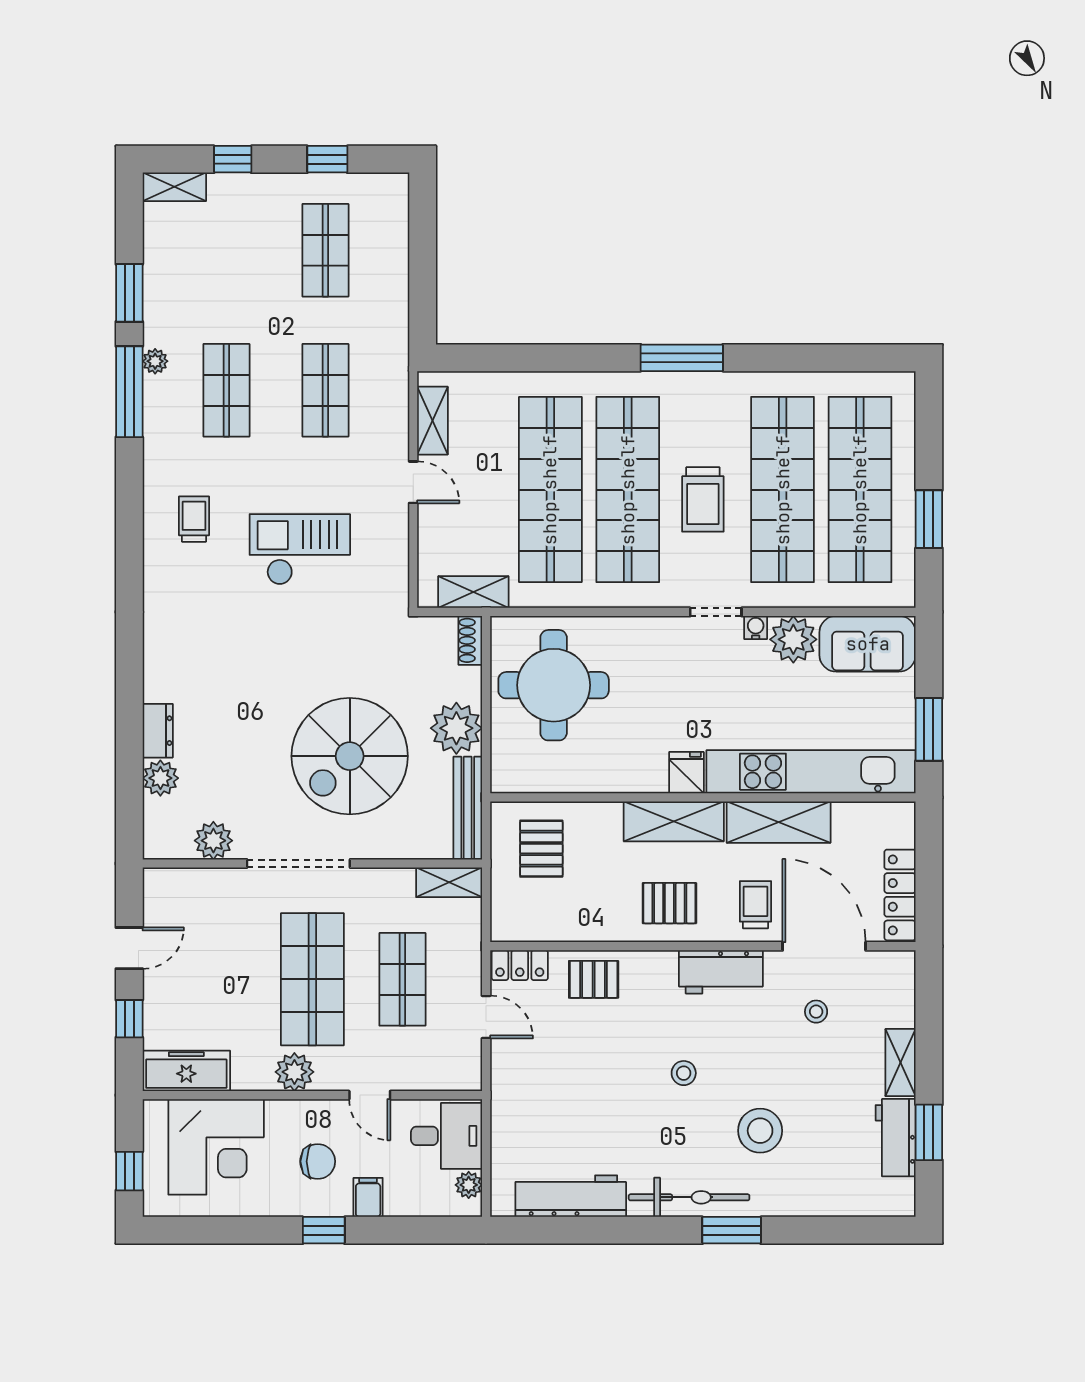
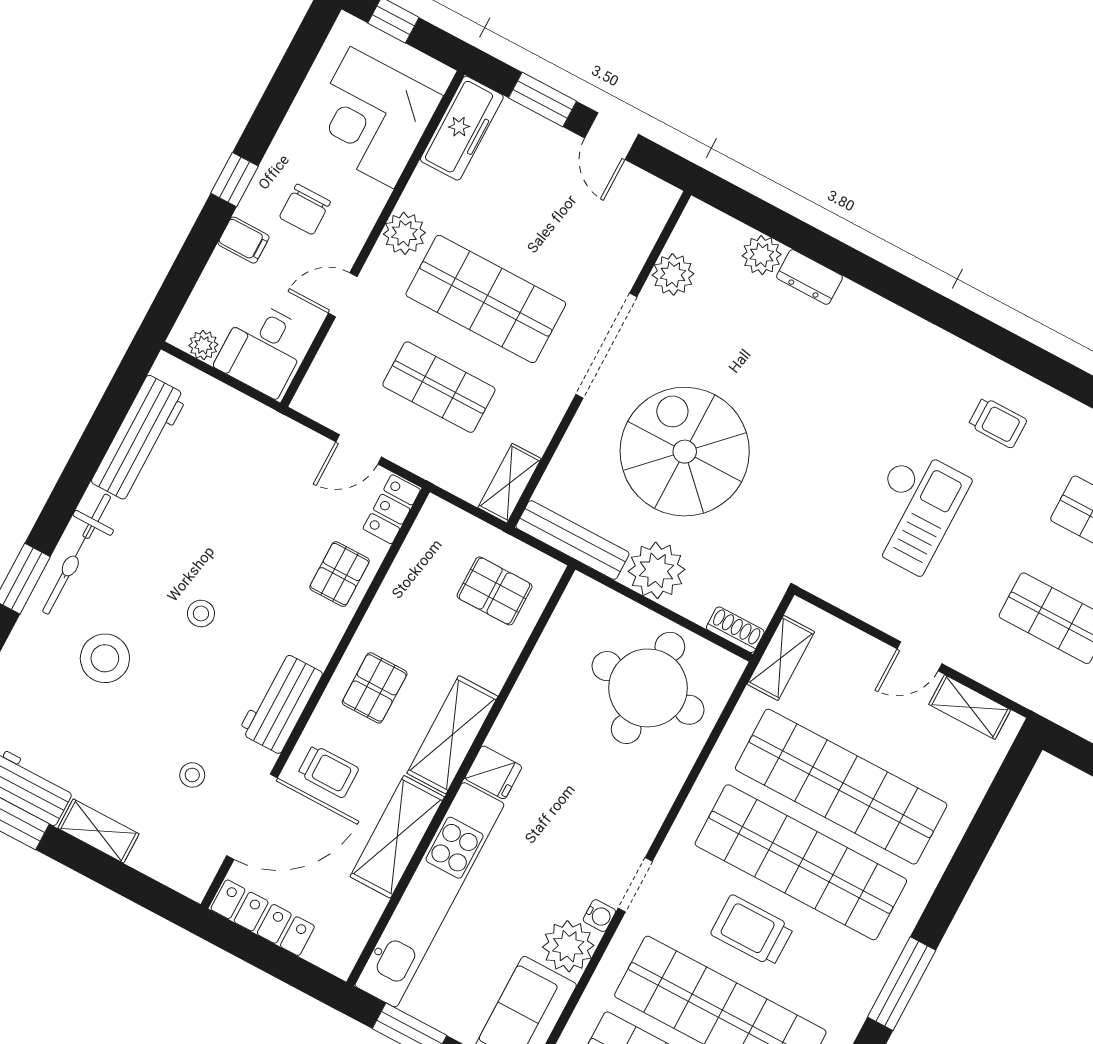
window: (129, 1019) -> (542, 99), width x1.50

